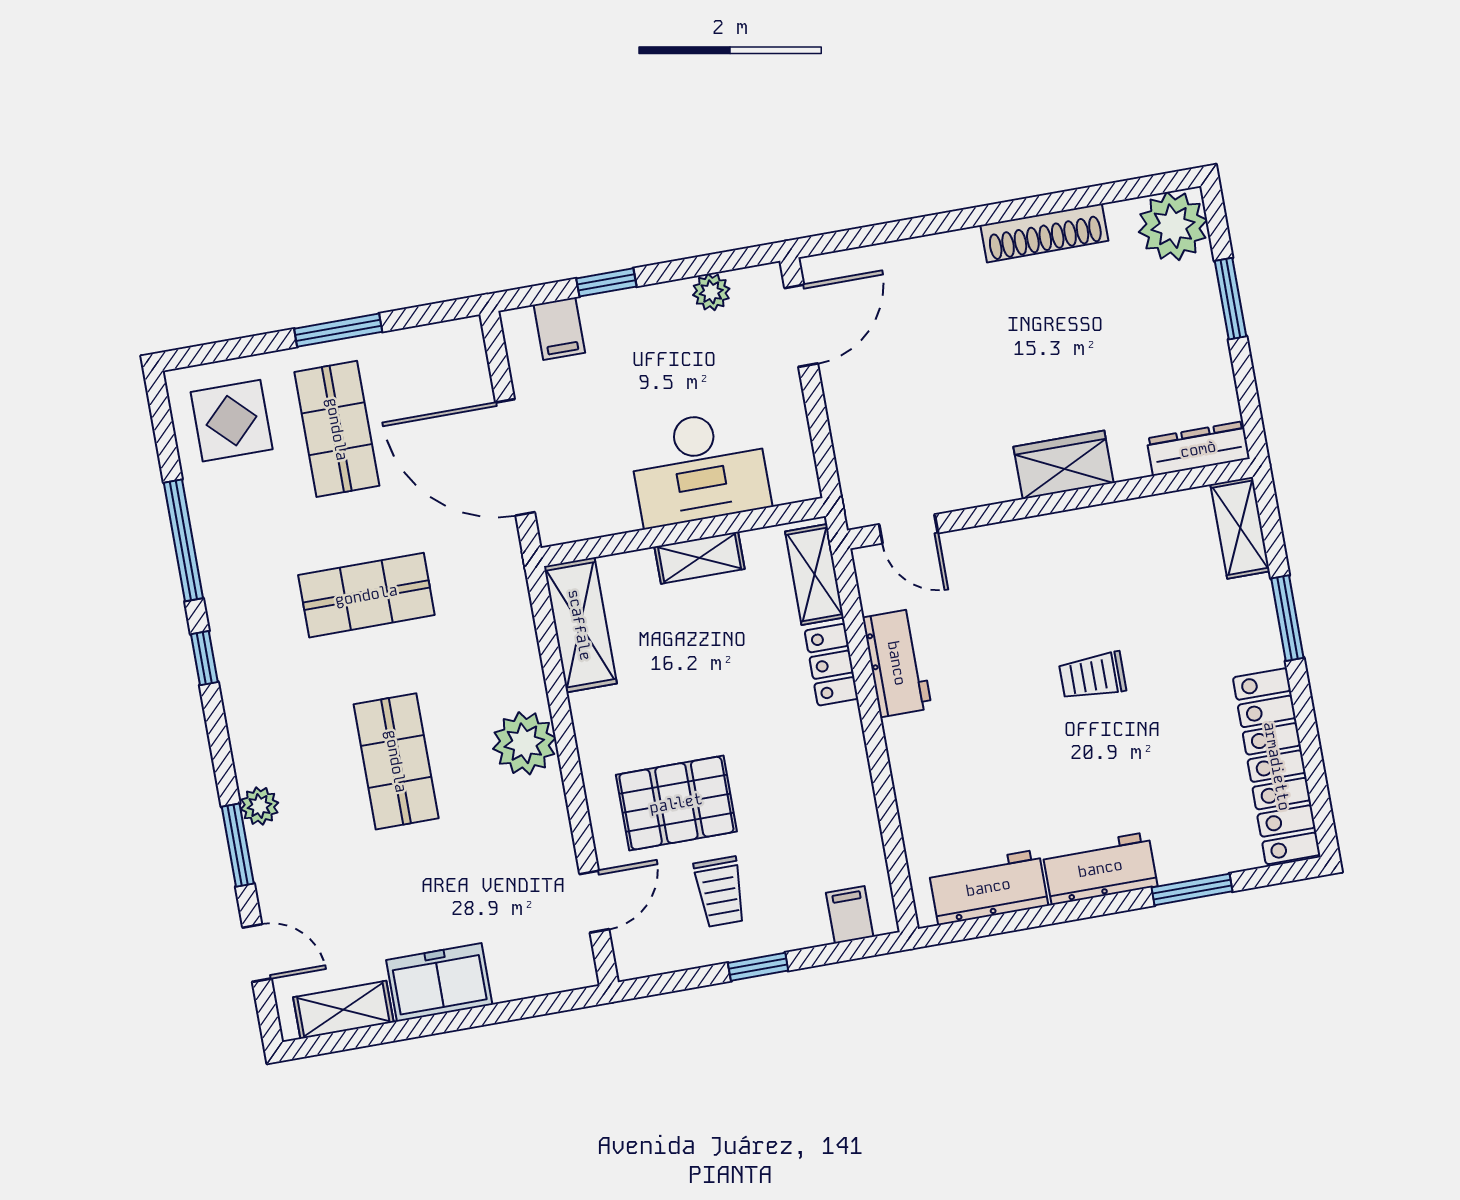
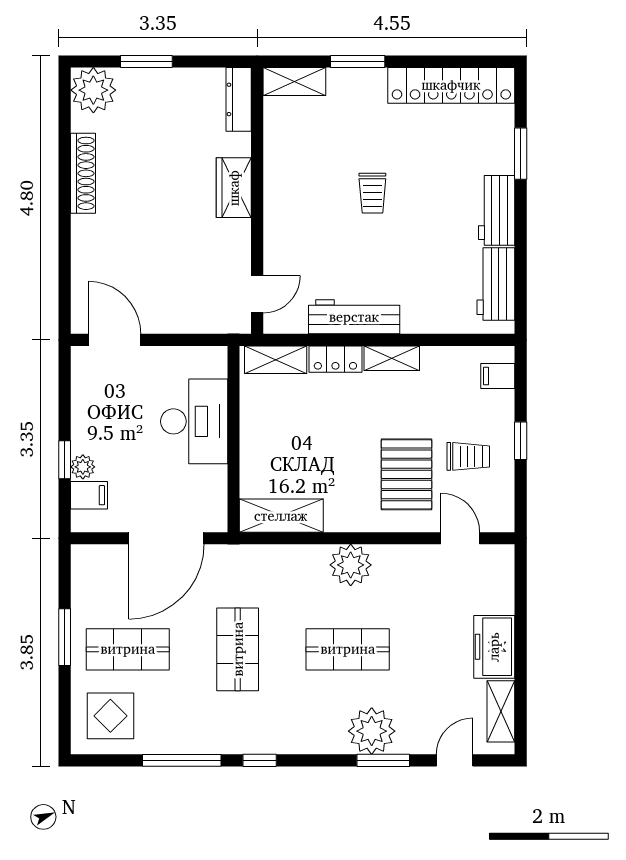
plant: (711, 292) -> (83, 467), moved
shelving: (699, 558) -> (392, 358), moved, turned 90
workbench: (897, 663) -> (354, 317), width x1.38
plant: (259, 806) -> (372, 731), width x1.87, depth x1.87

